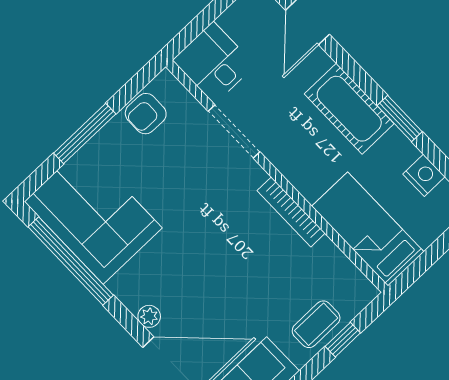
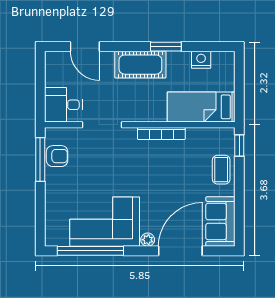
armchair: (146, 114) -> (57, 156), turned -91
window: (85, 133) -> (40, 159), moved
corner sofa: (93, 215) -> (105, 222), moved
window: (343, 340) -> (239, 145), moved

